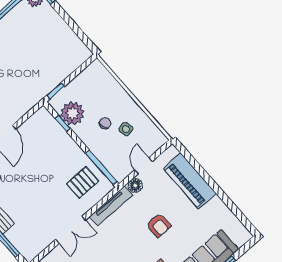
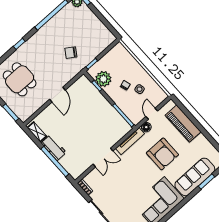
chair: (25, 74) -> (71, 53), added
pallet: (83, 182) -> (111, 125), removed
armchair: (159, 225) -> (162, 154), width x1.88, depth x1.88

